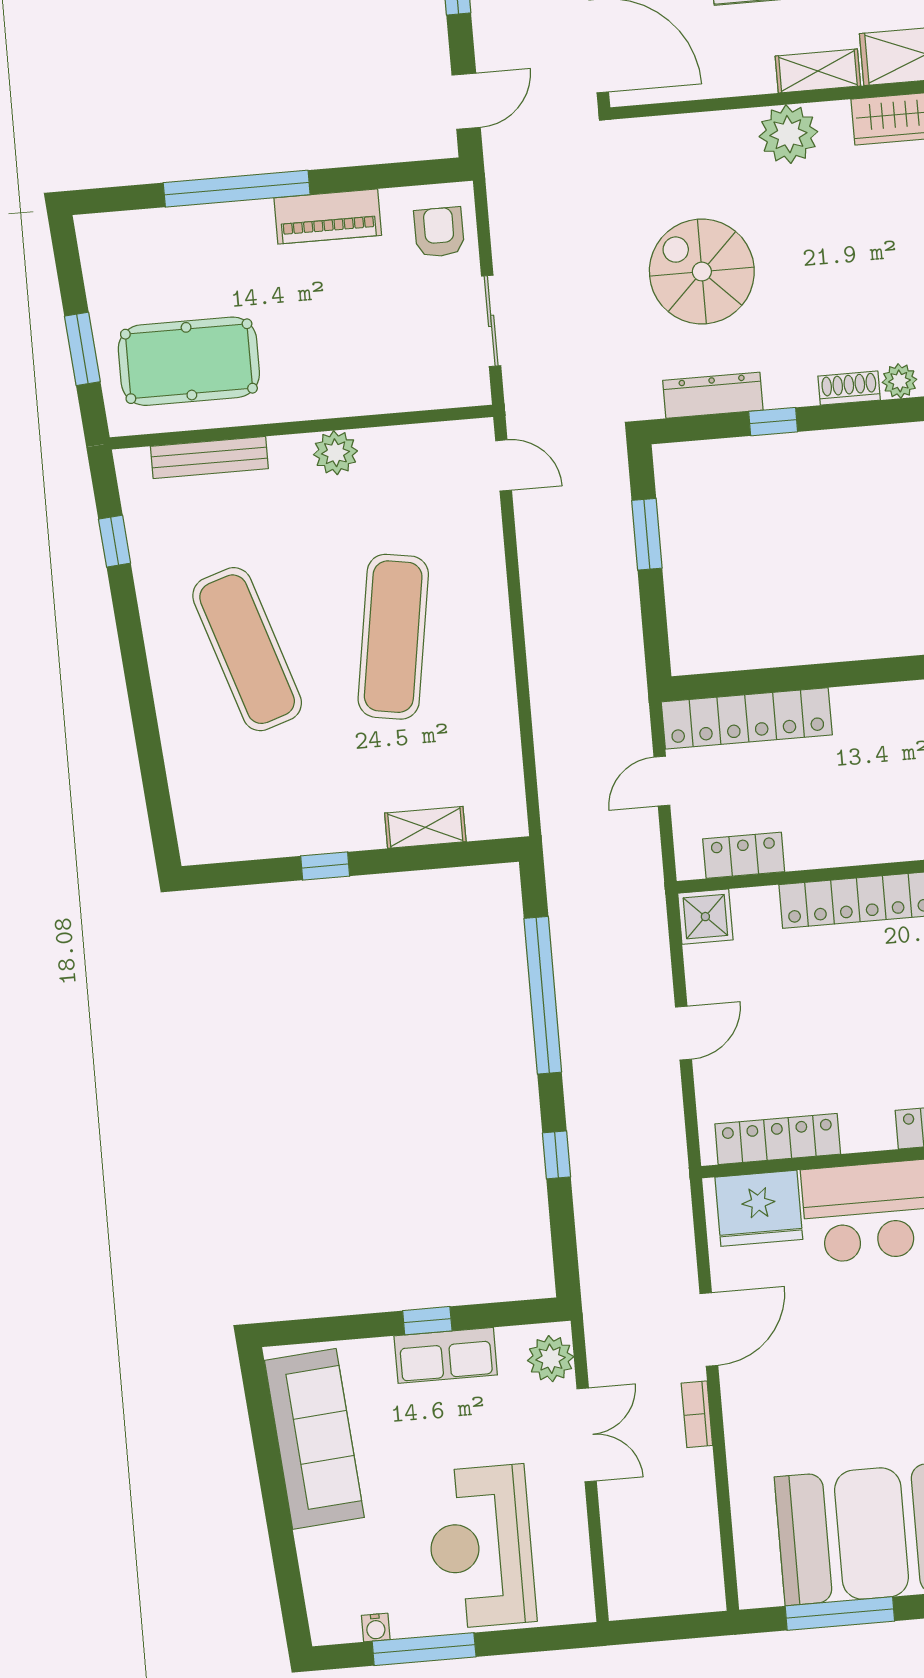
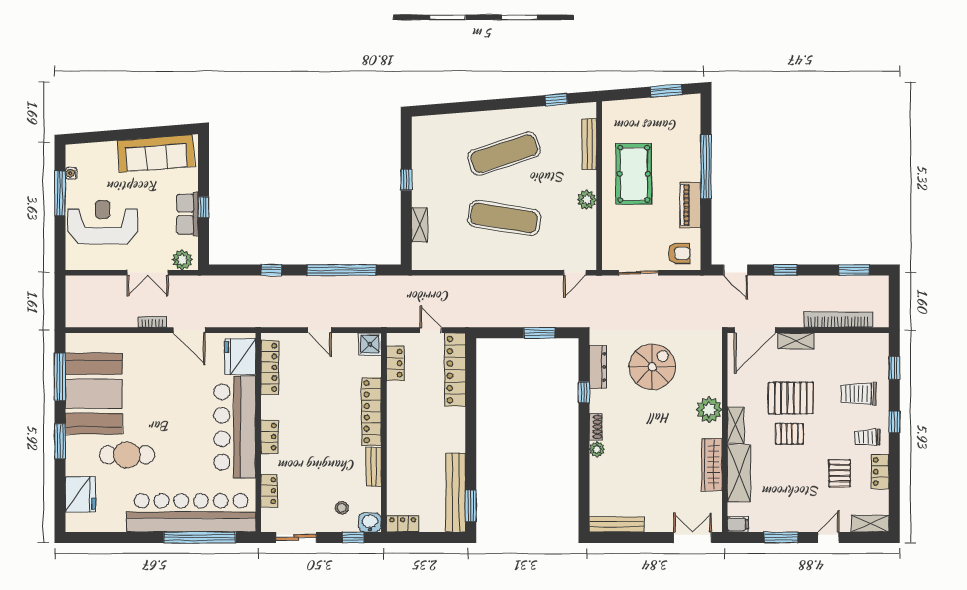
window: (82, 349) -> (666, 91), moved
pool table: (189, 361) -> (634, 174), moved

